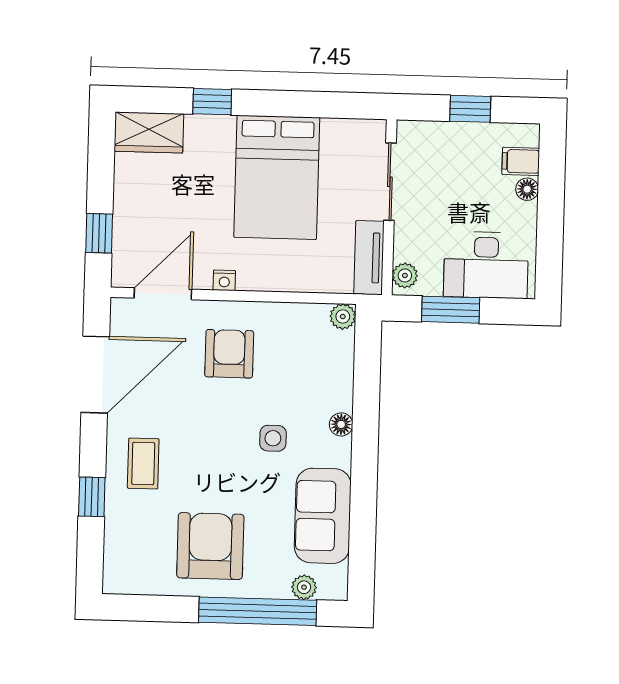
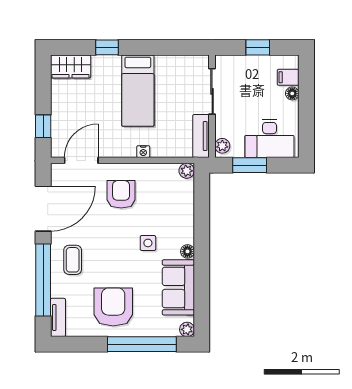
bed: (277, 177) -> (138, 91), width x0.67
nightstand: (224, 280) -> (143, 152), moved
floor lamp: (341, 424) -> (187, 251), moved
window: (92, 497) -> (43, 280), width x3.17
tv unit: (115, 562) -> (58, 317), added
plant: (304, 587) -> (187, 329), moved

